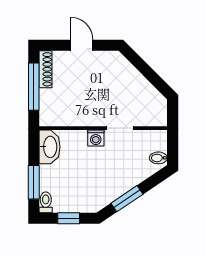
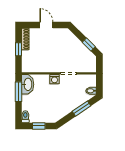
window: (154, 79) -> (89, 45), added
window: (34, 87) -> (18, 49), width x0.46
window: (34, 182) -> (18, 92), moved
window: (127, 199) -> (82, 109), moved

